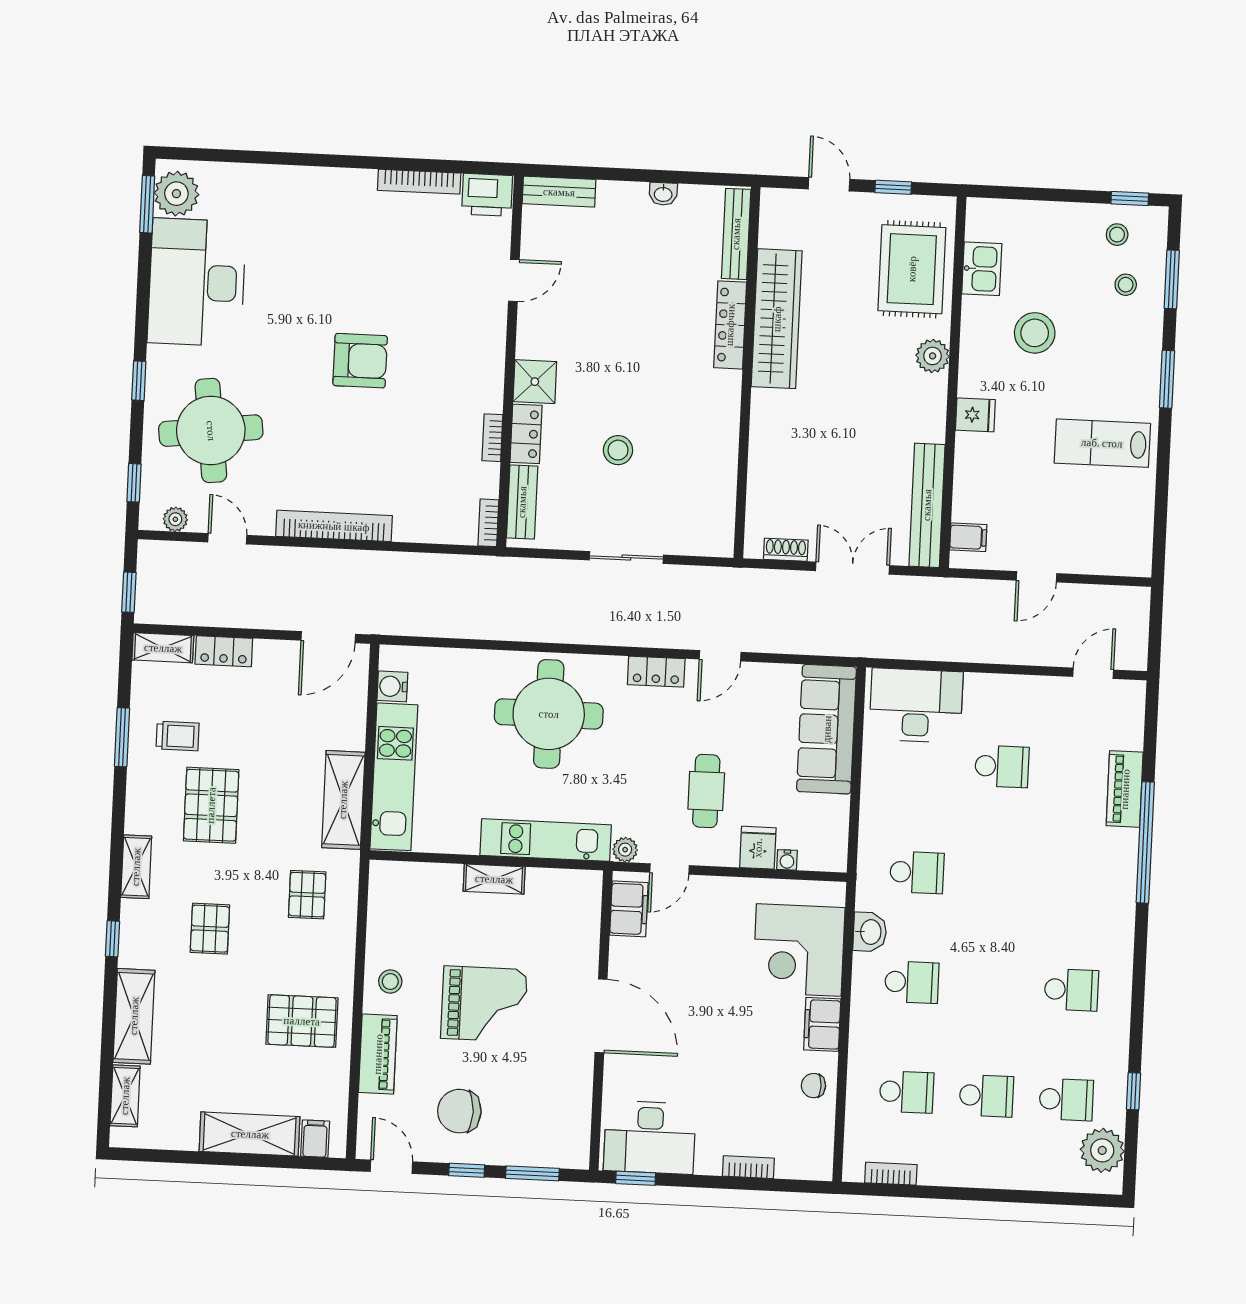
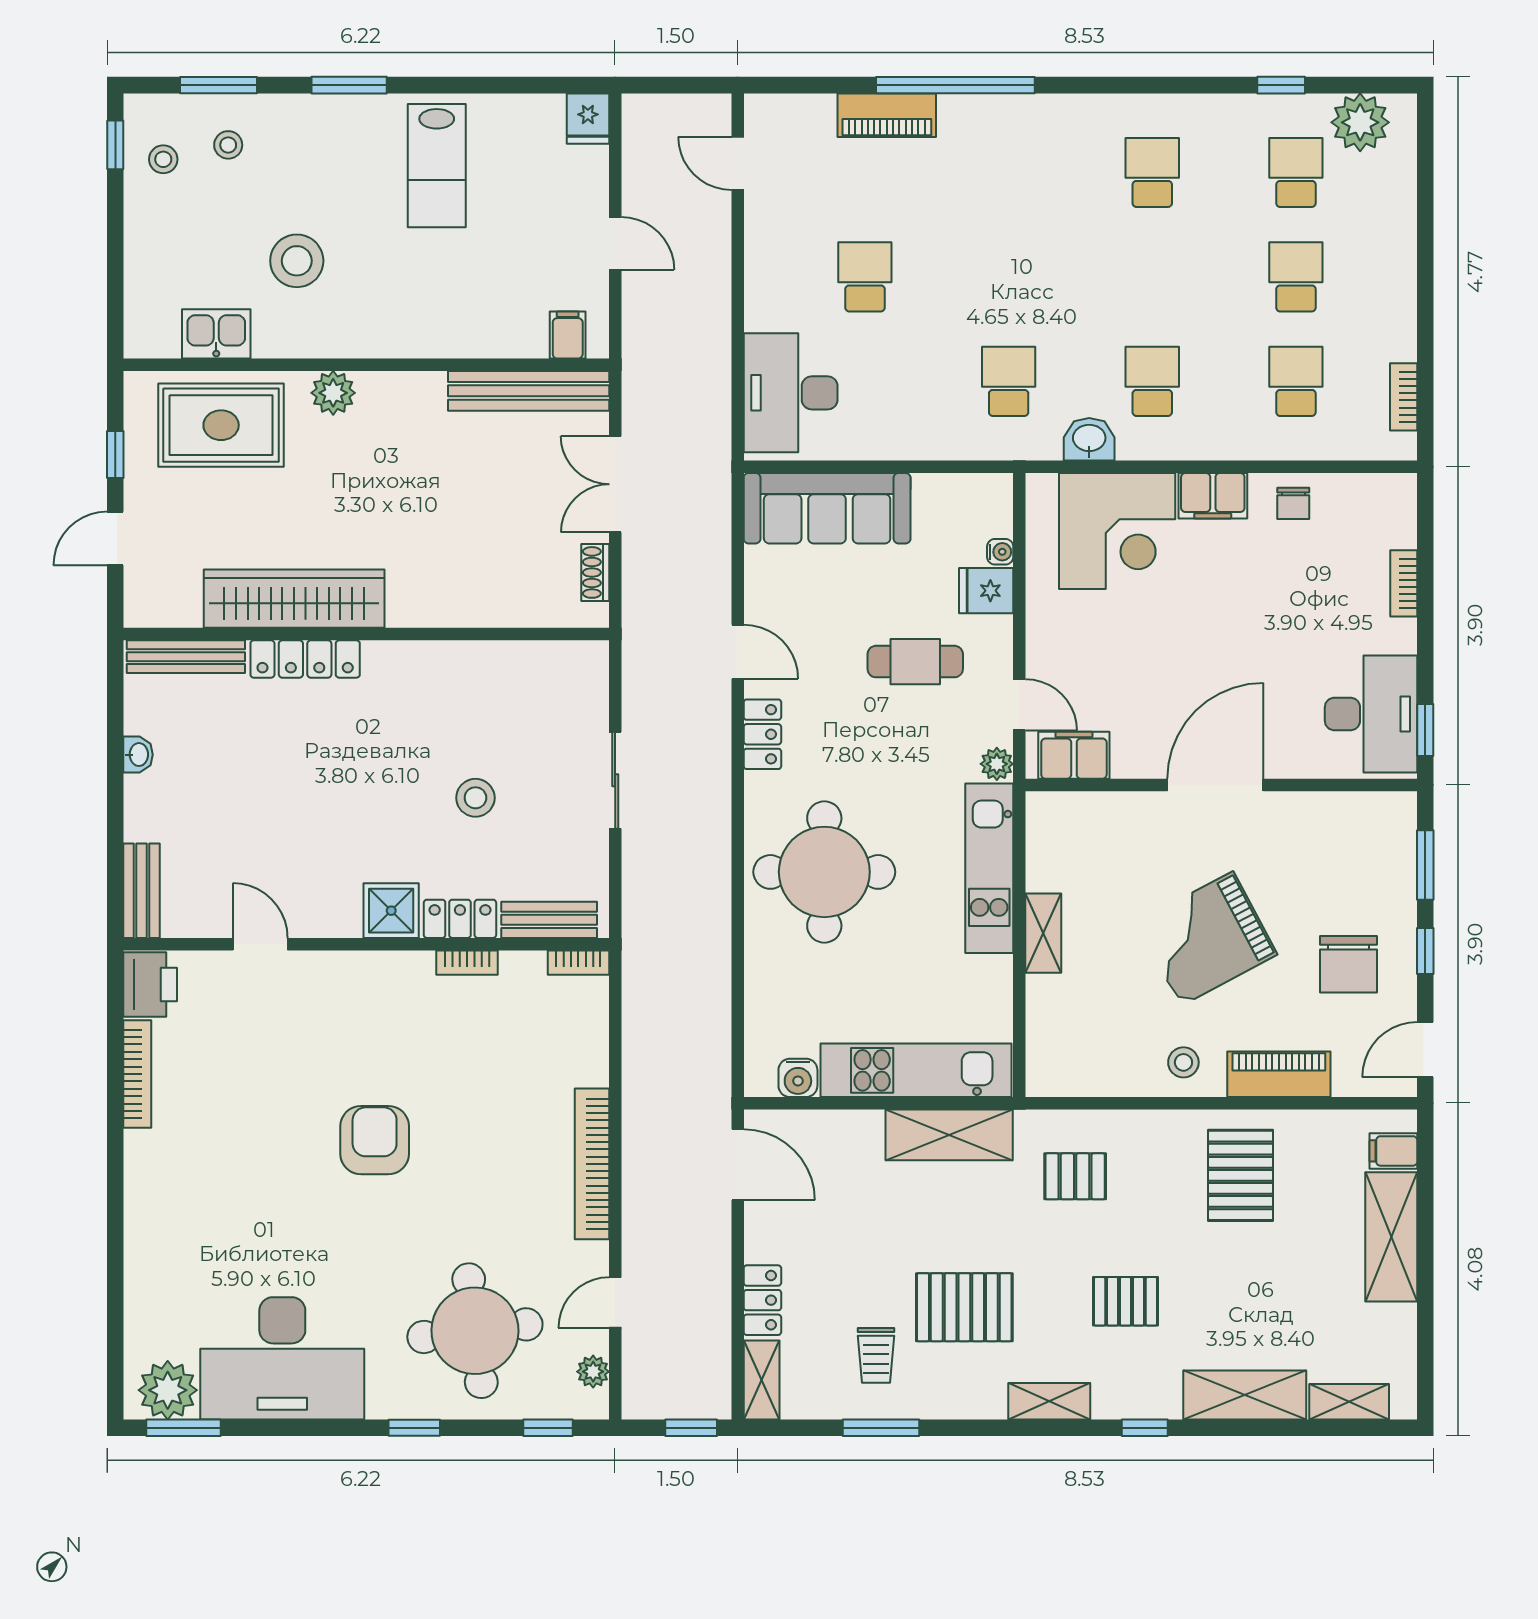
fridge: (975, 415) -> (588, 119), moved, turned 180
trolley: (178, 736) -> (876, 1355), turned 180
grand piano: (484, 1004) -> (1207, 938), turned -118

